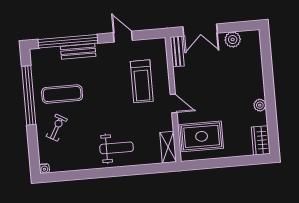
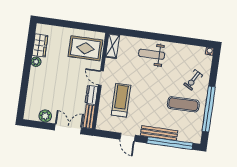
bench: (78, 51) -> (159, 133), width x1.36
dresser: (180, 79) -> (92, 95), added
wardrobe: (261, 140) -> (40, 45), moved

